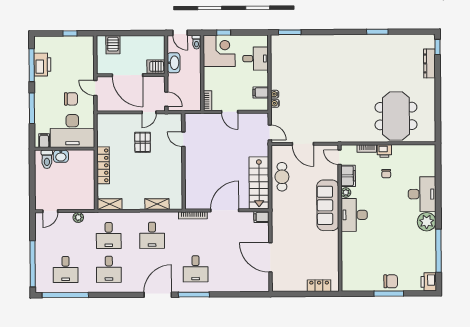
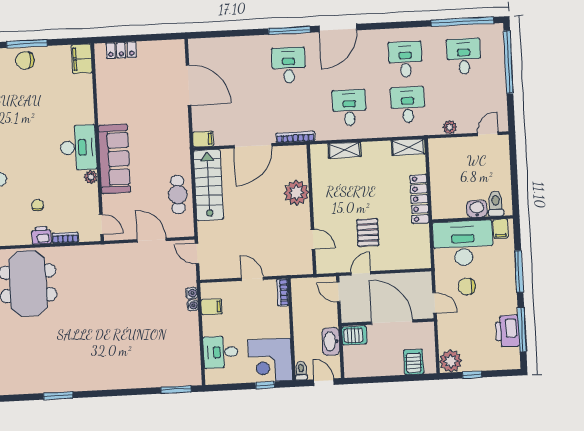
plant: (86, 44) -> (451, 361), added
plant: (194, 174) -> (296, 193), added
filing cabinet: (348, 176) -> (82, 59), moved

